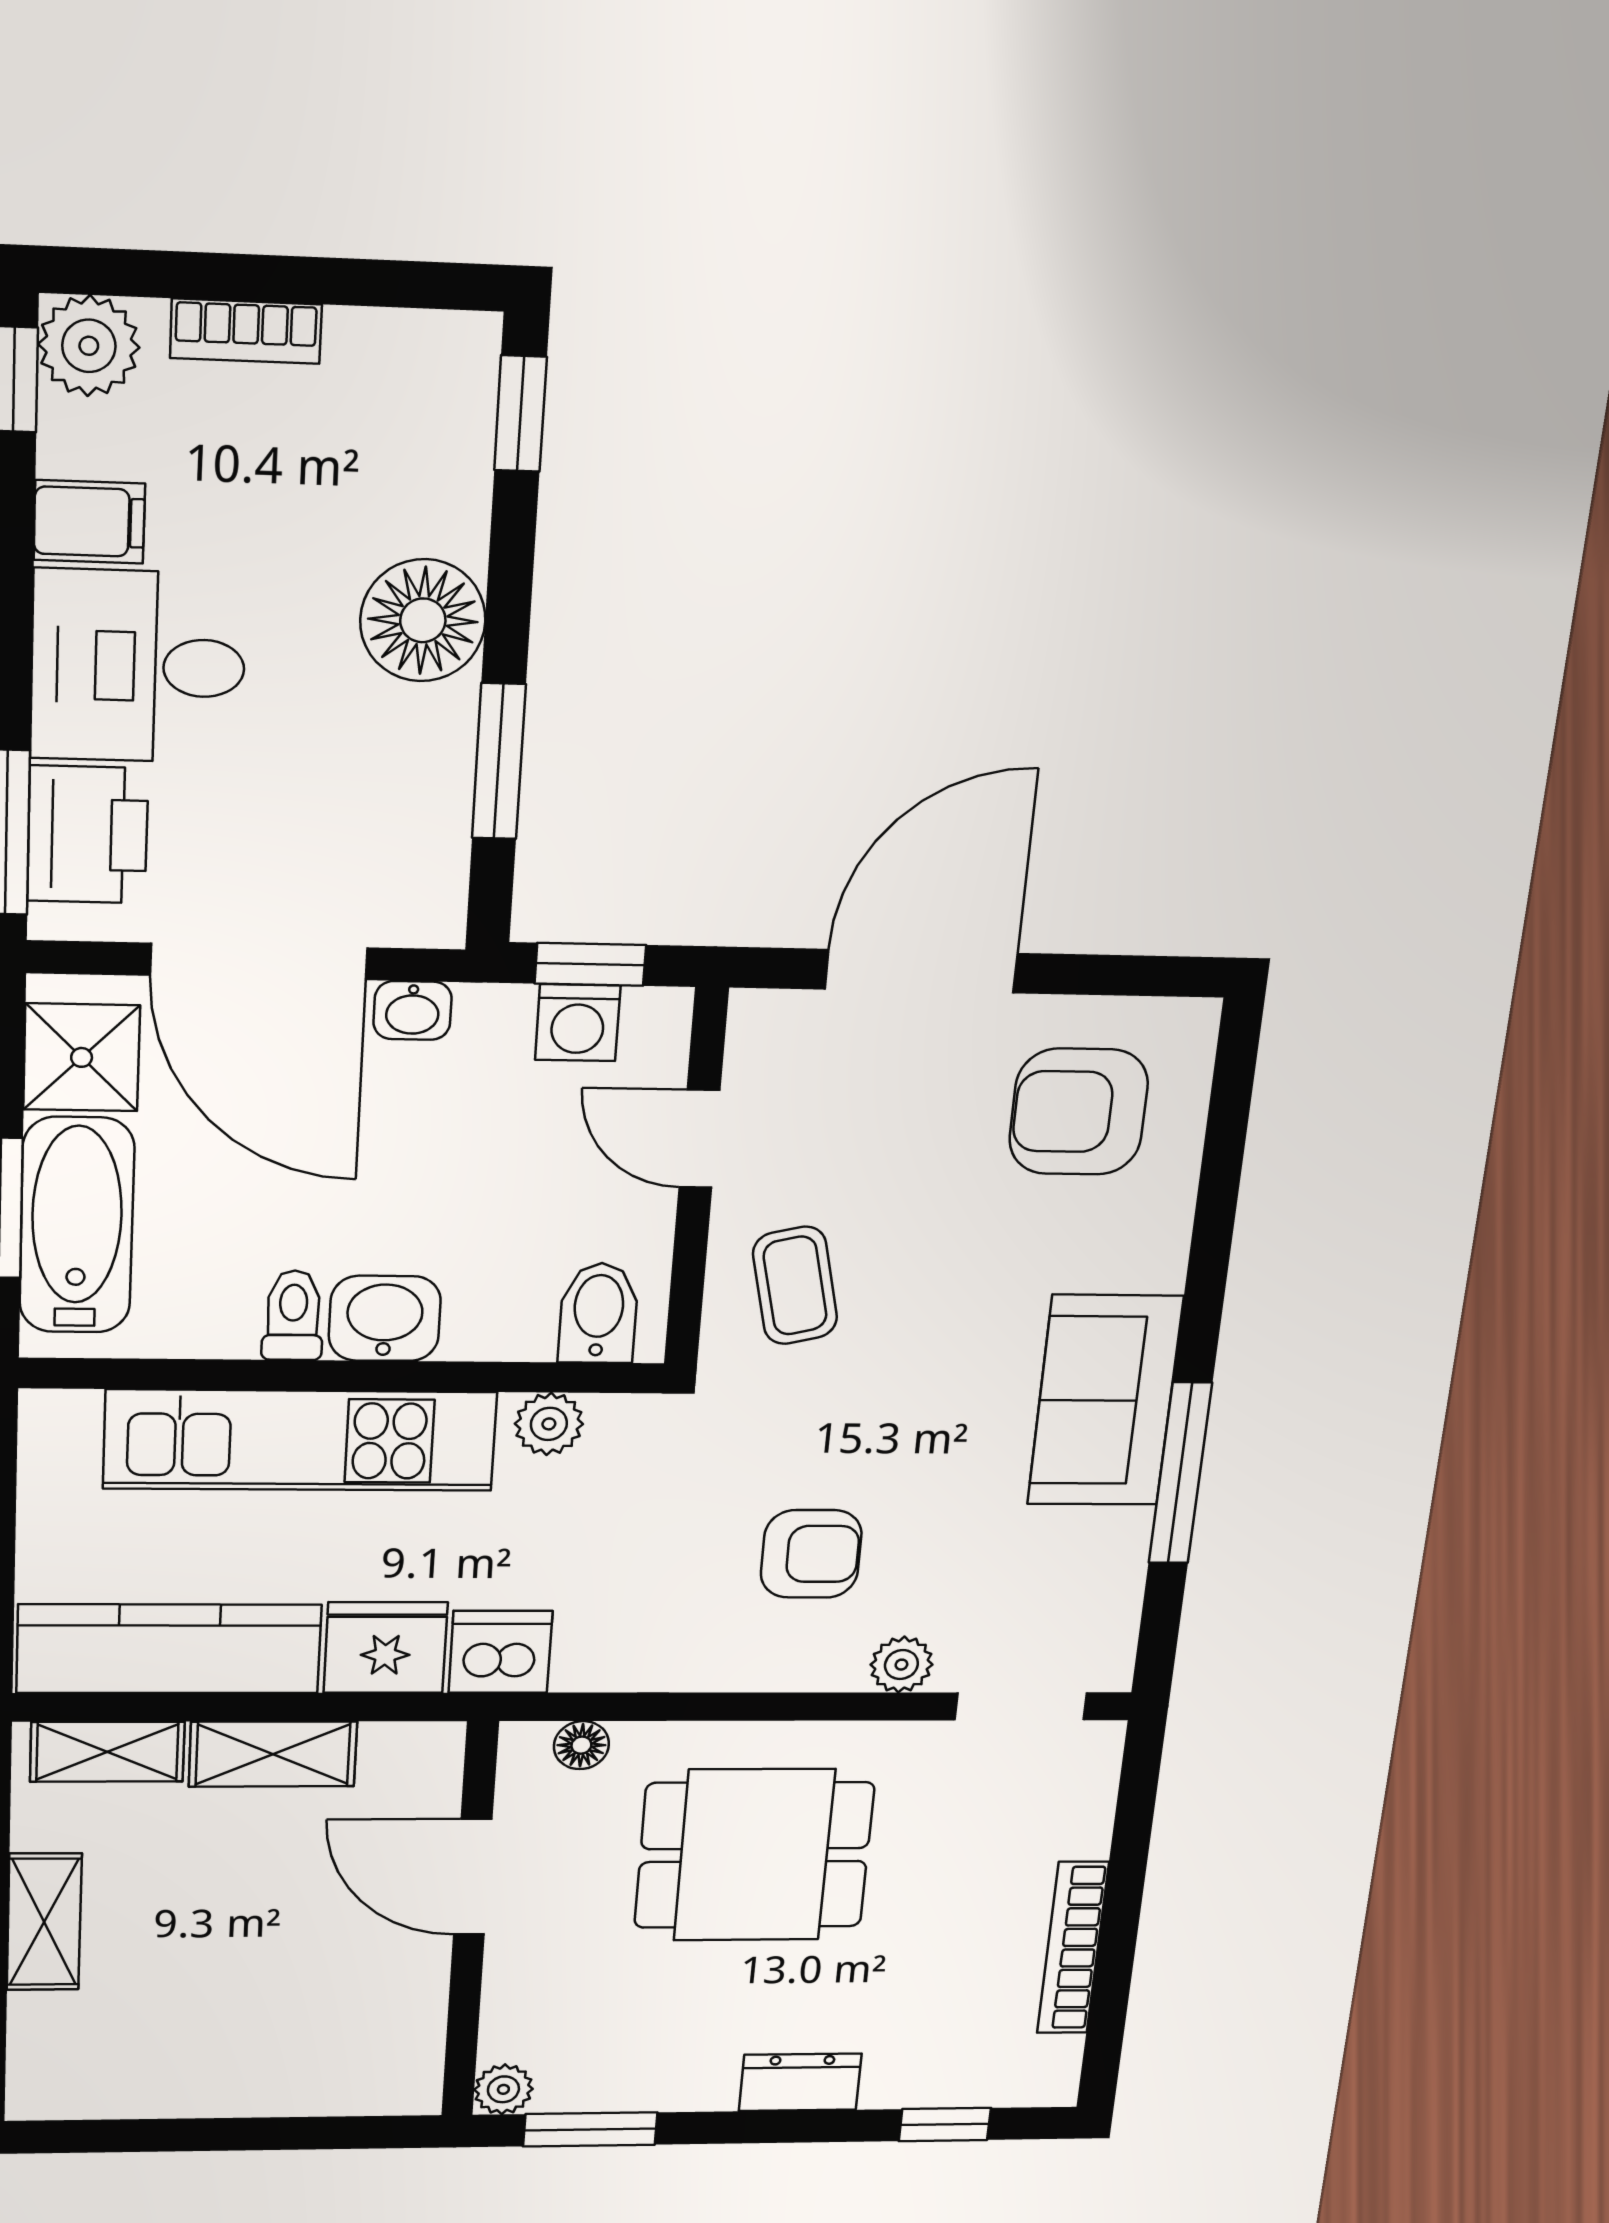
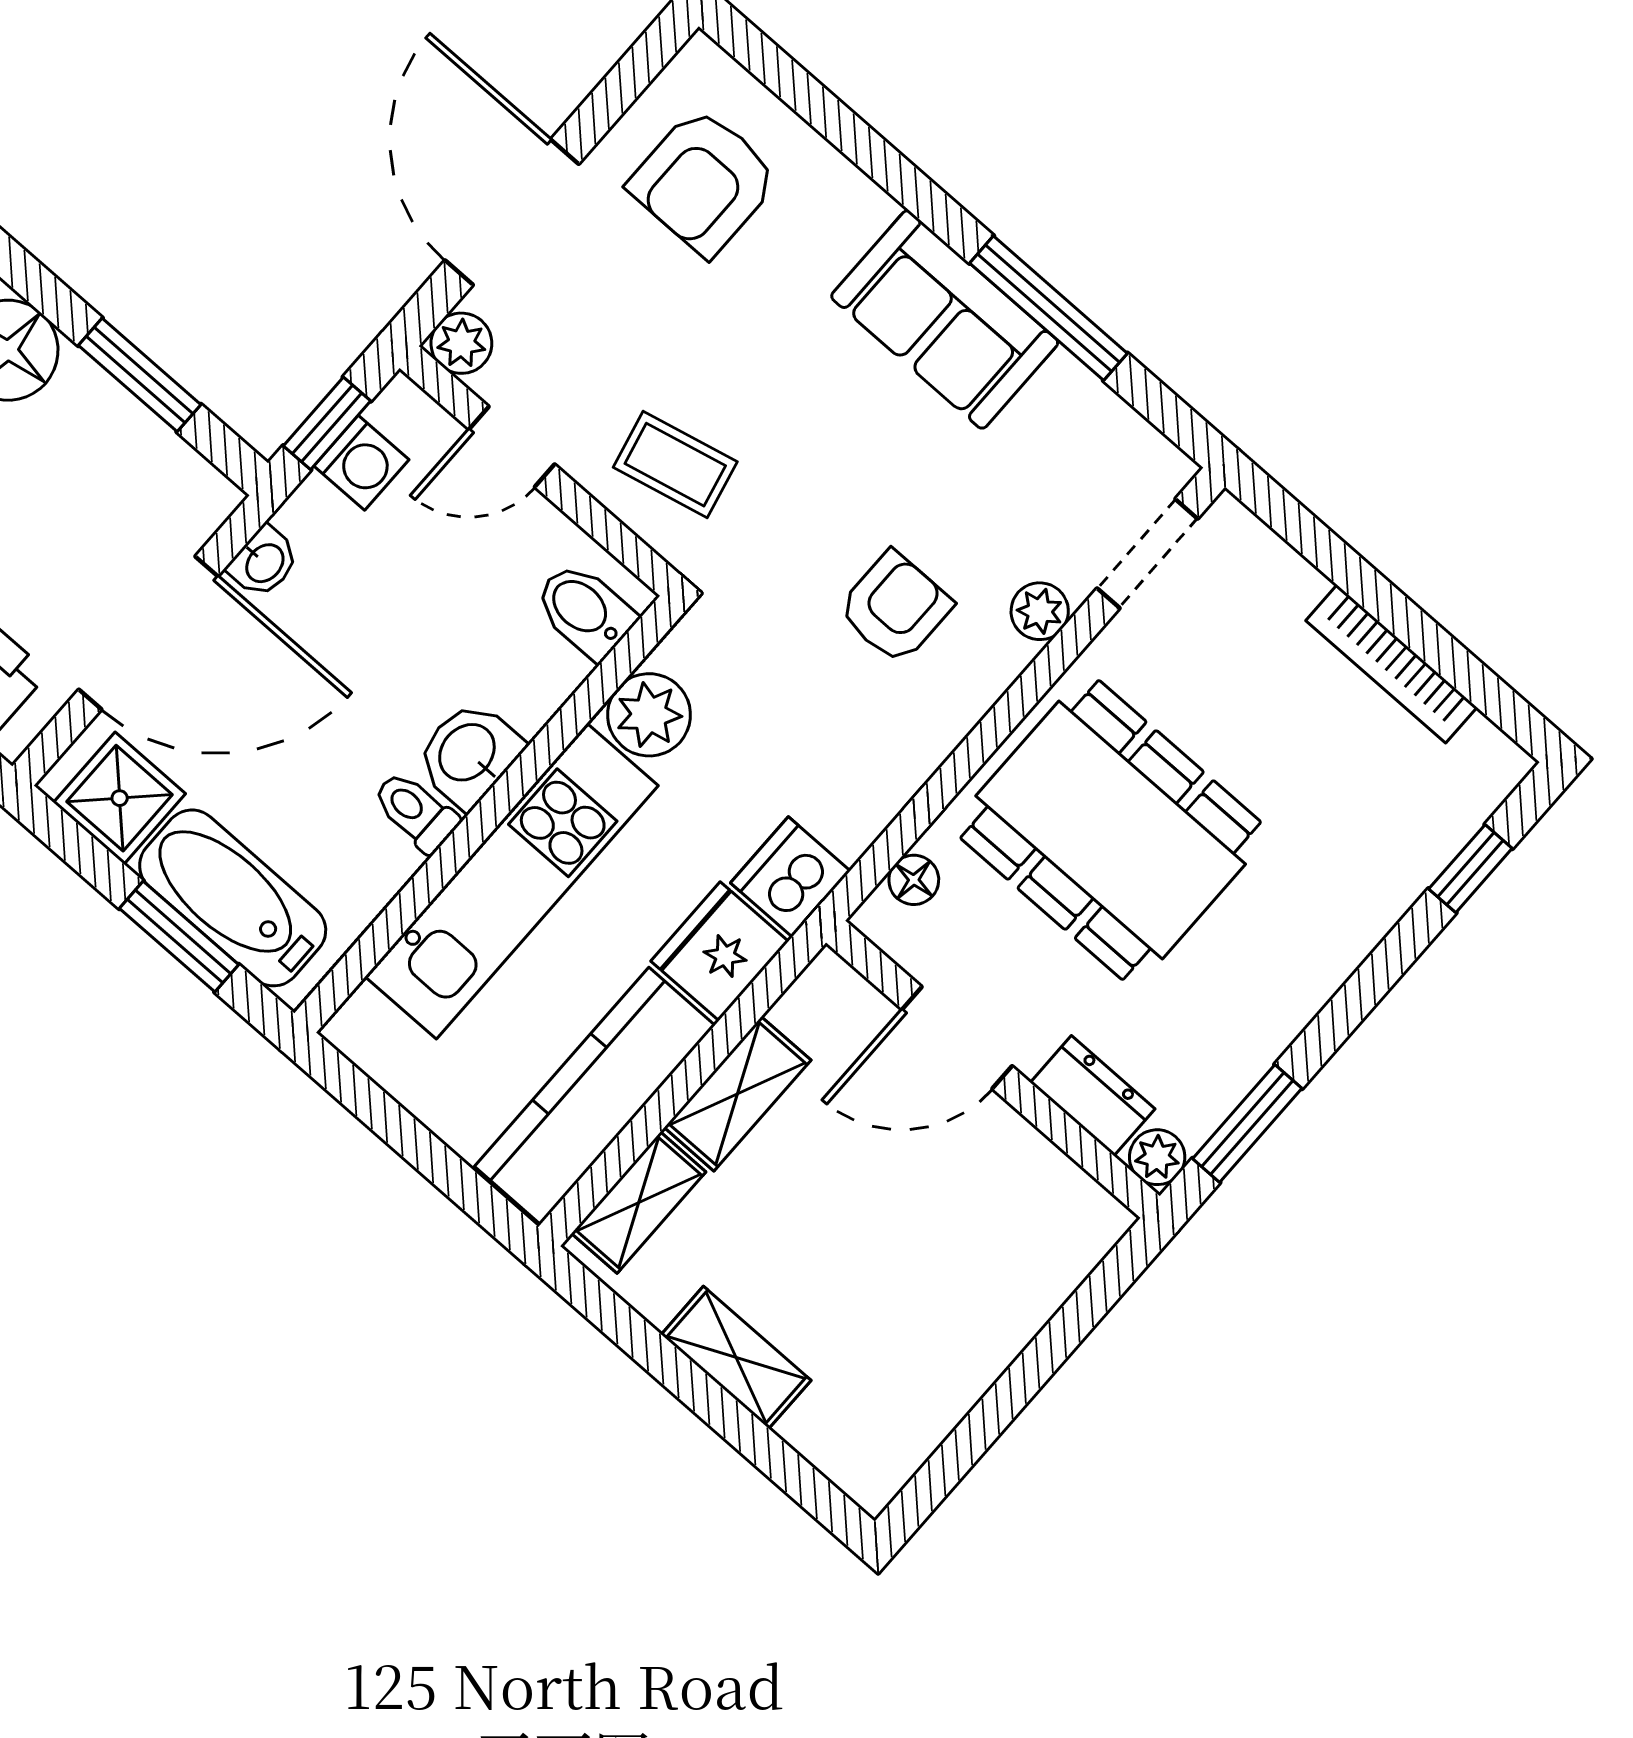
plant: (762, 1022) -> (461, 343), added
plant: (549, 1424) -> (649, 715), width x1.38, depth x1.38
dining table: (754, 1855) -> (1111, 830), width x1.38
dresser: (800, 2082) -> (1093, 1096), moved, turned 90

